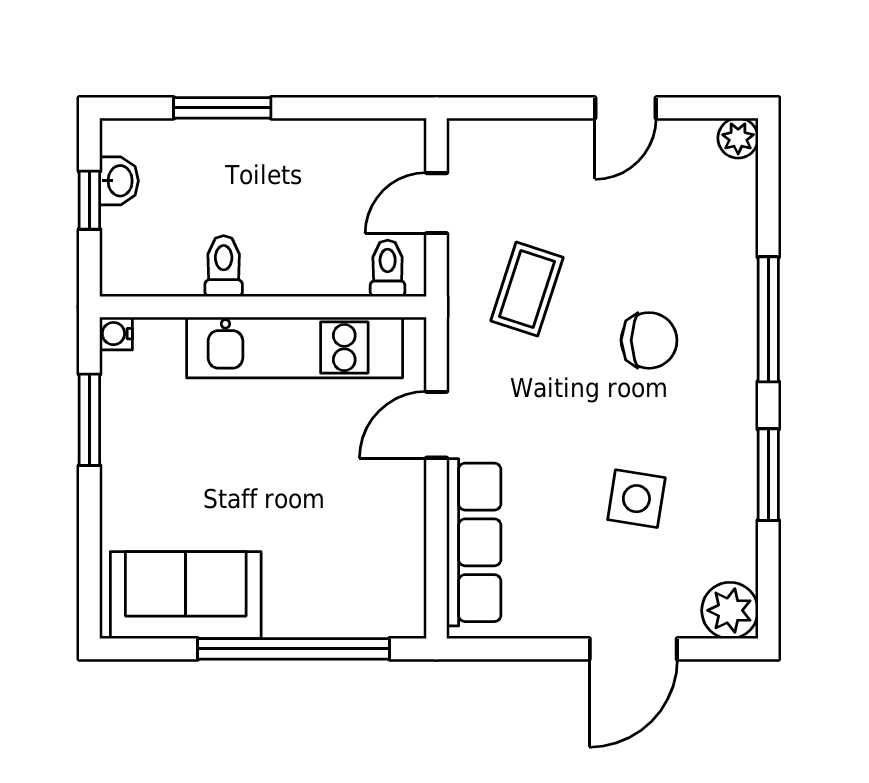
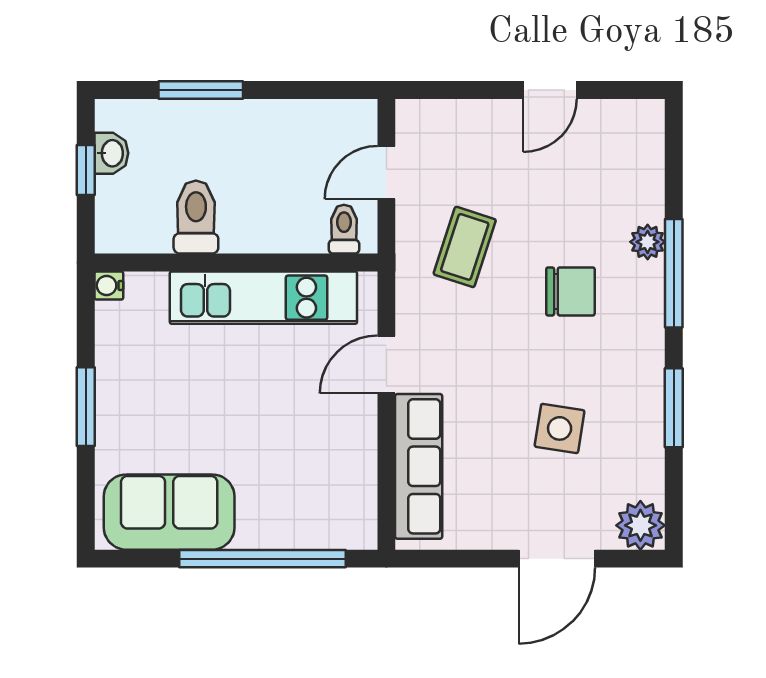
plant: (738, 138) -> (648, 242), moved
toilet: (224, 266) -> (196, 217), width x1.37, depth x1.39
window: (89, 420) -> (86, 407), moved

